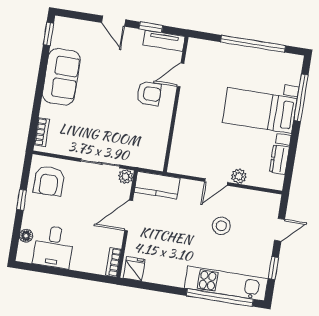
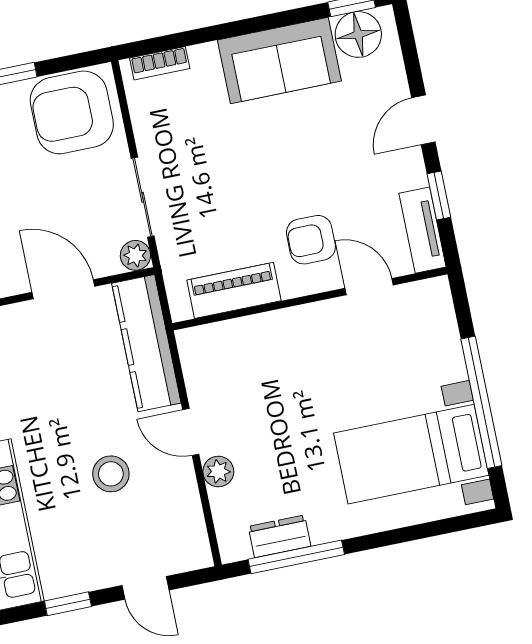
floor lamp: (63, 36) -> (358, 34), added
armchair: (149, 93) -> (311, 240), turned 90
window: (301, 98) -> (296, 557), moved
bed with nightstands: (260, 110) -> (411, 454), moved, turned -90
piano: (159, 138) -> (234, 290), added
armchair: (49, 181) -> (72, 112), width x1.36, depth x1.36
kitchen counter: (157, 185) -> (146, 343), width x1.50

